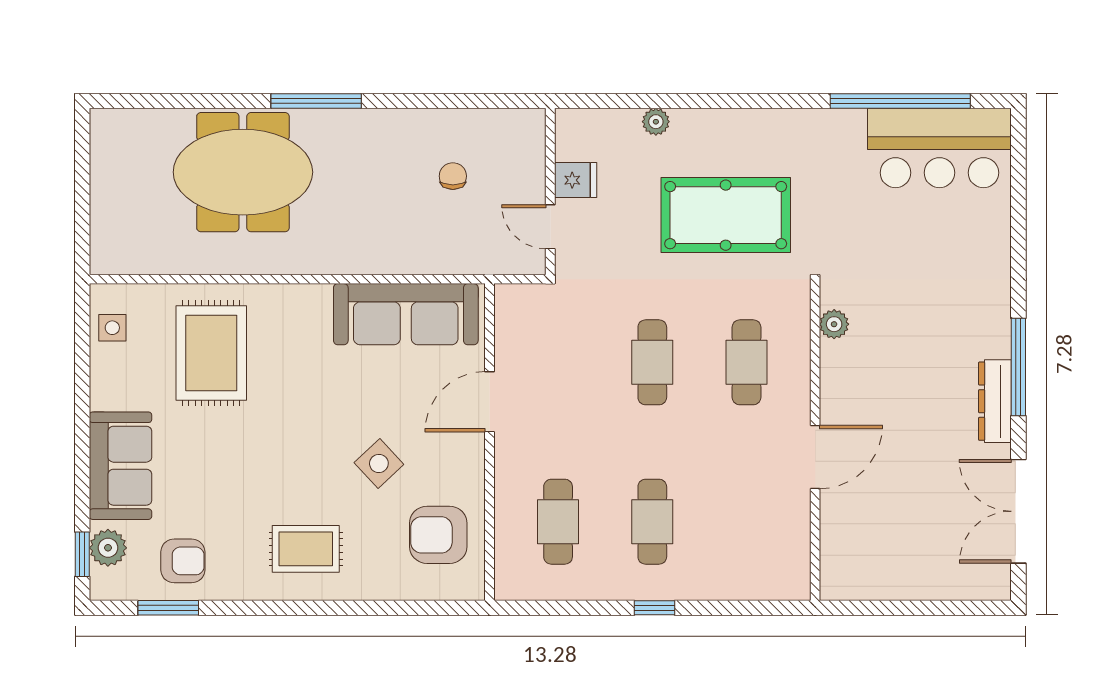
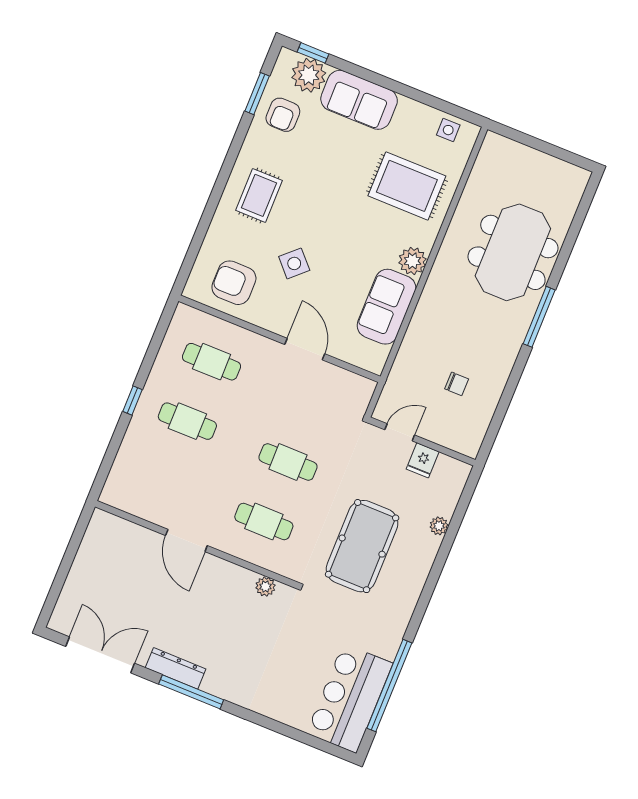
plant: (310, 304) -> (412, 261), added
sofa: (406, 314) -> (386, 307), width x0.73
armchair: (438, 535) -> (234, 283), turned -90
plant: (108, 548) -> (309, 75), width x1.36, depth x1.36

